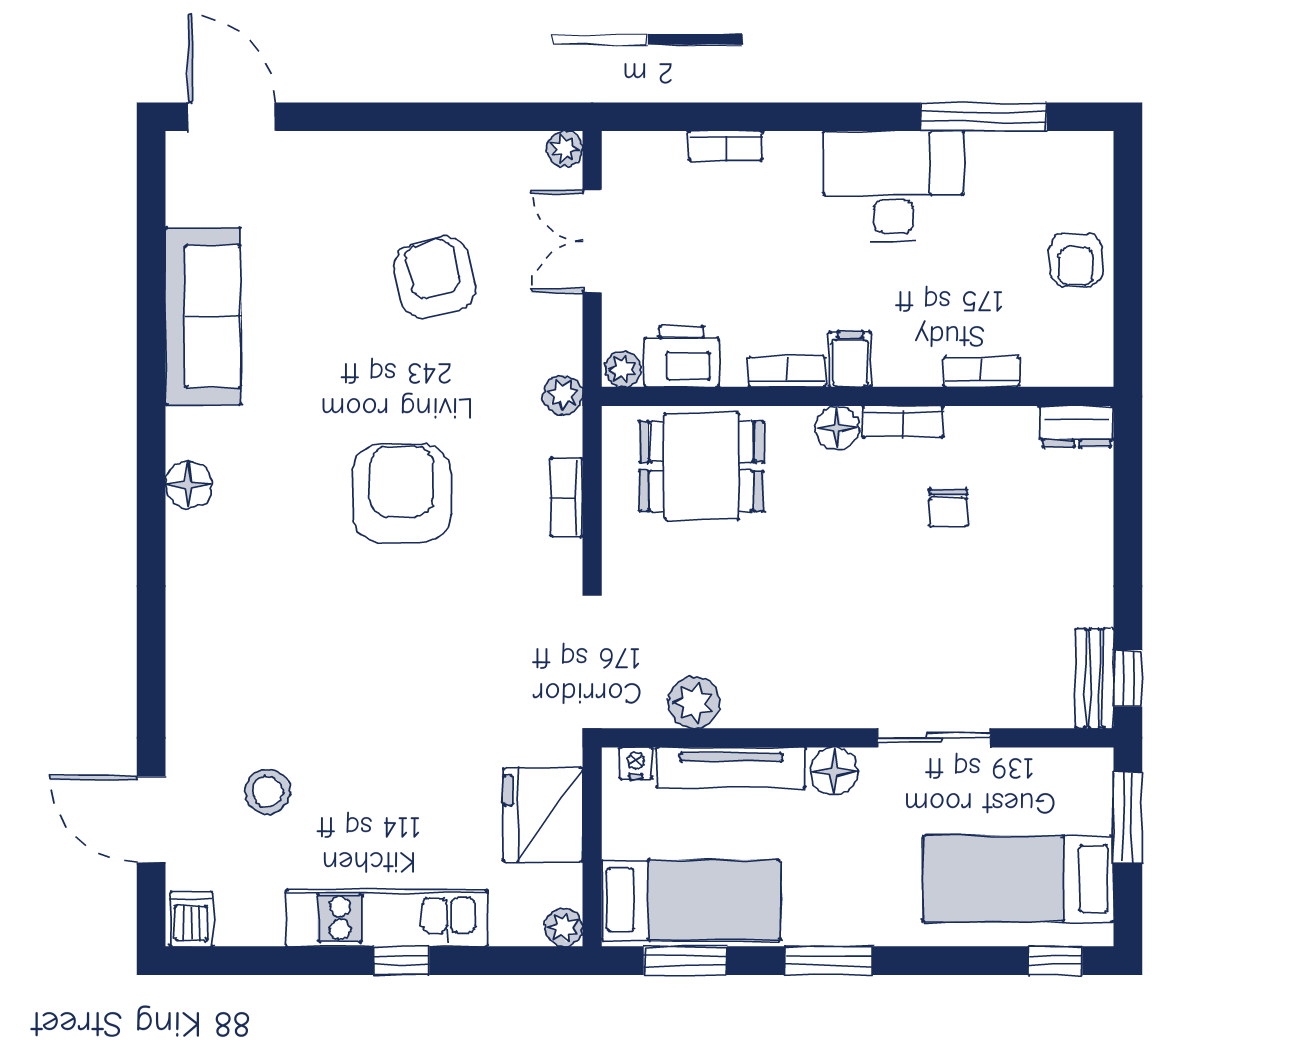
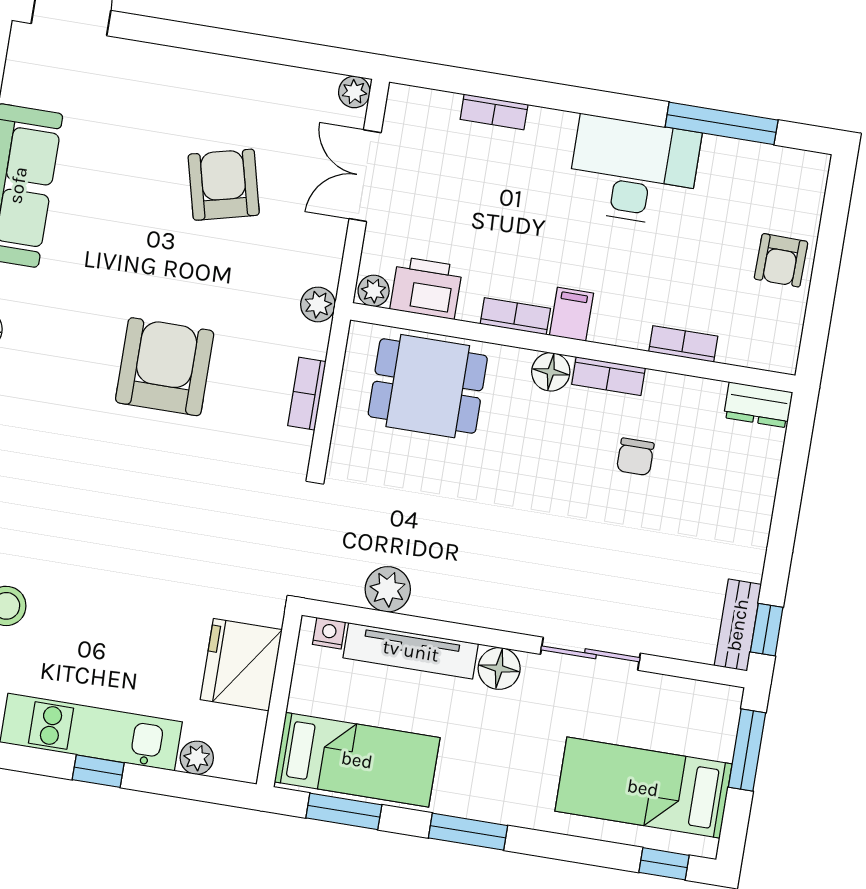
plant: (564, 927) -> (197, 758), moved

